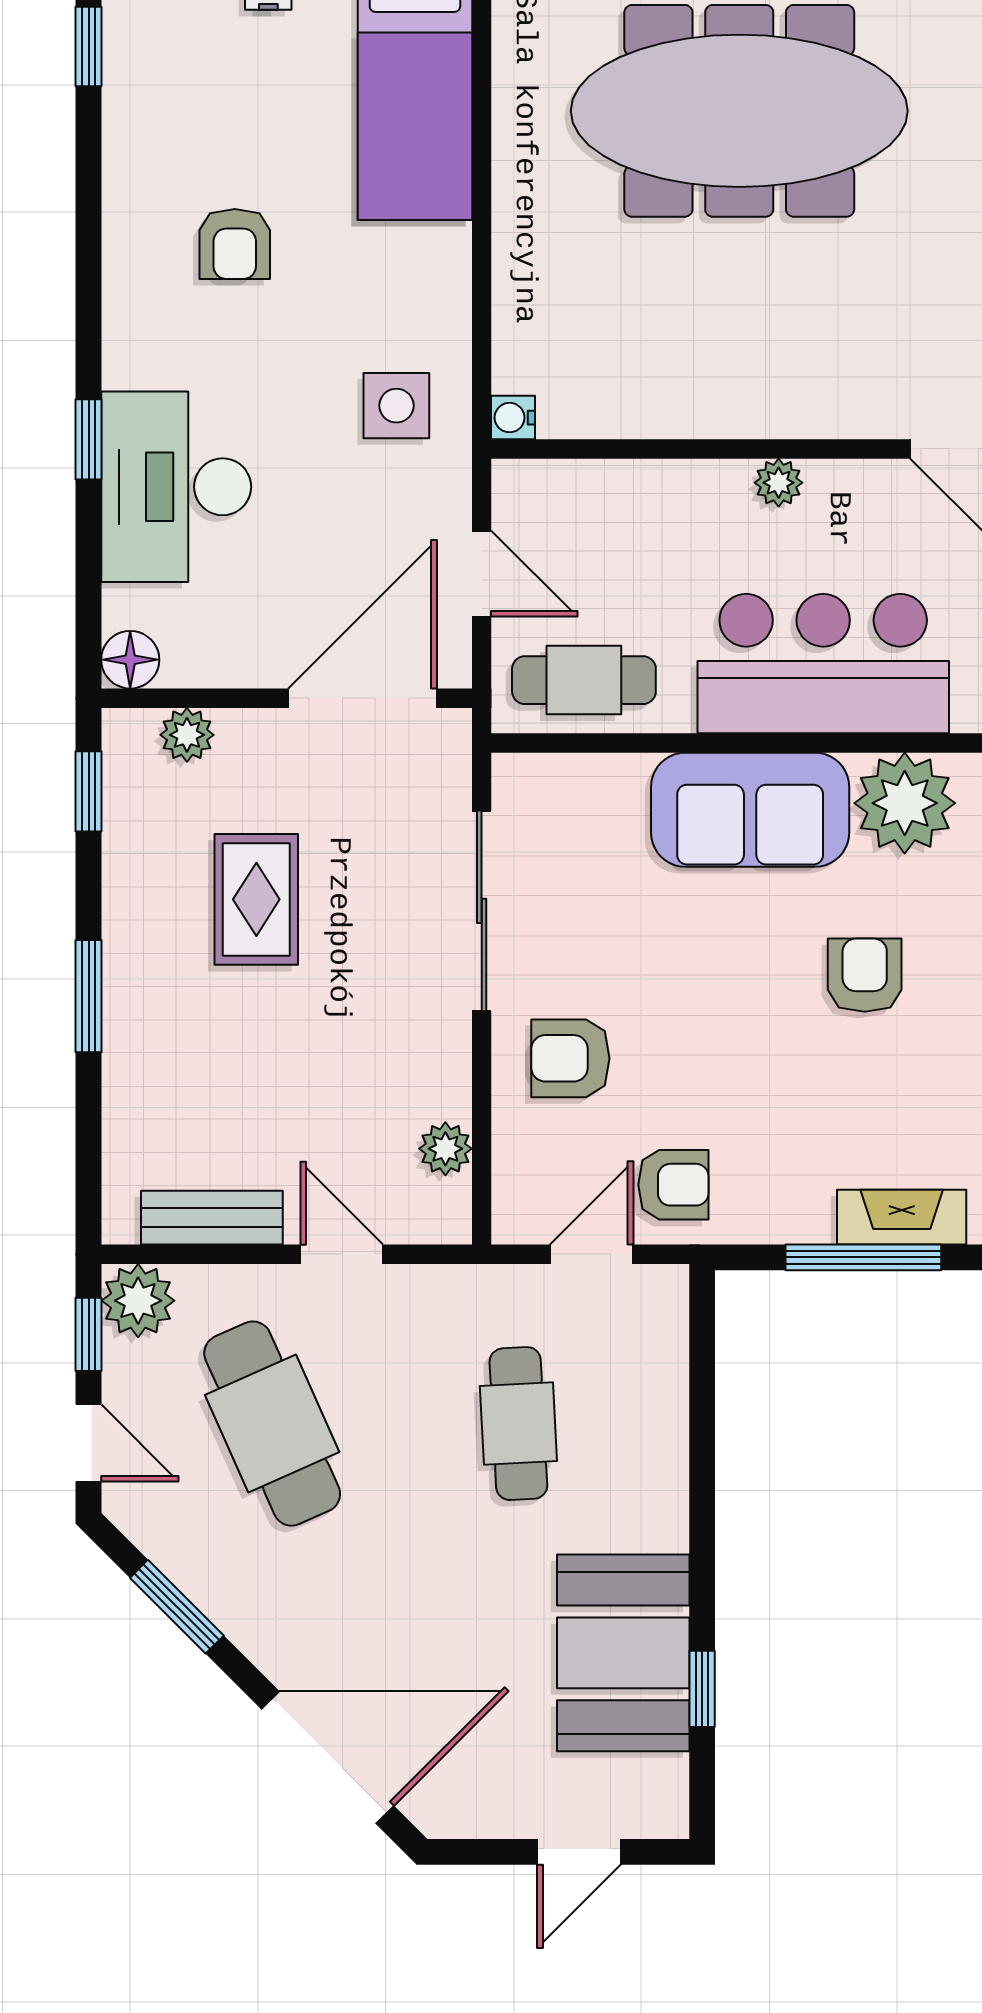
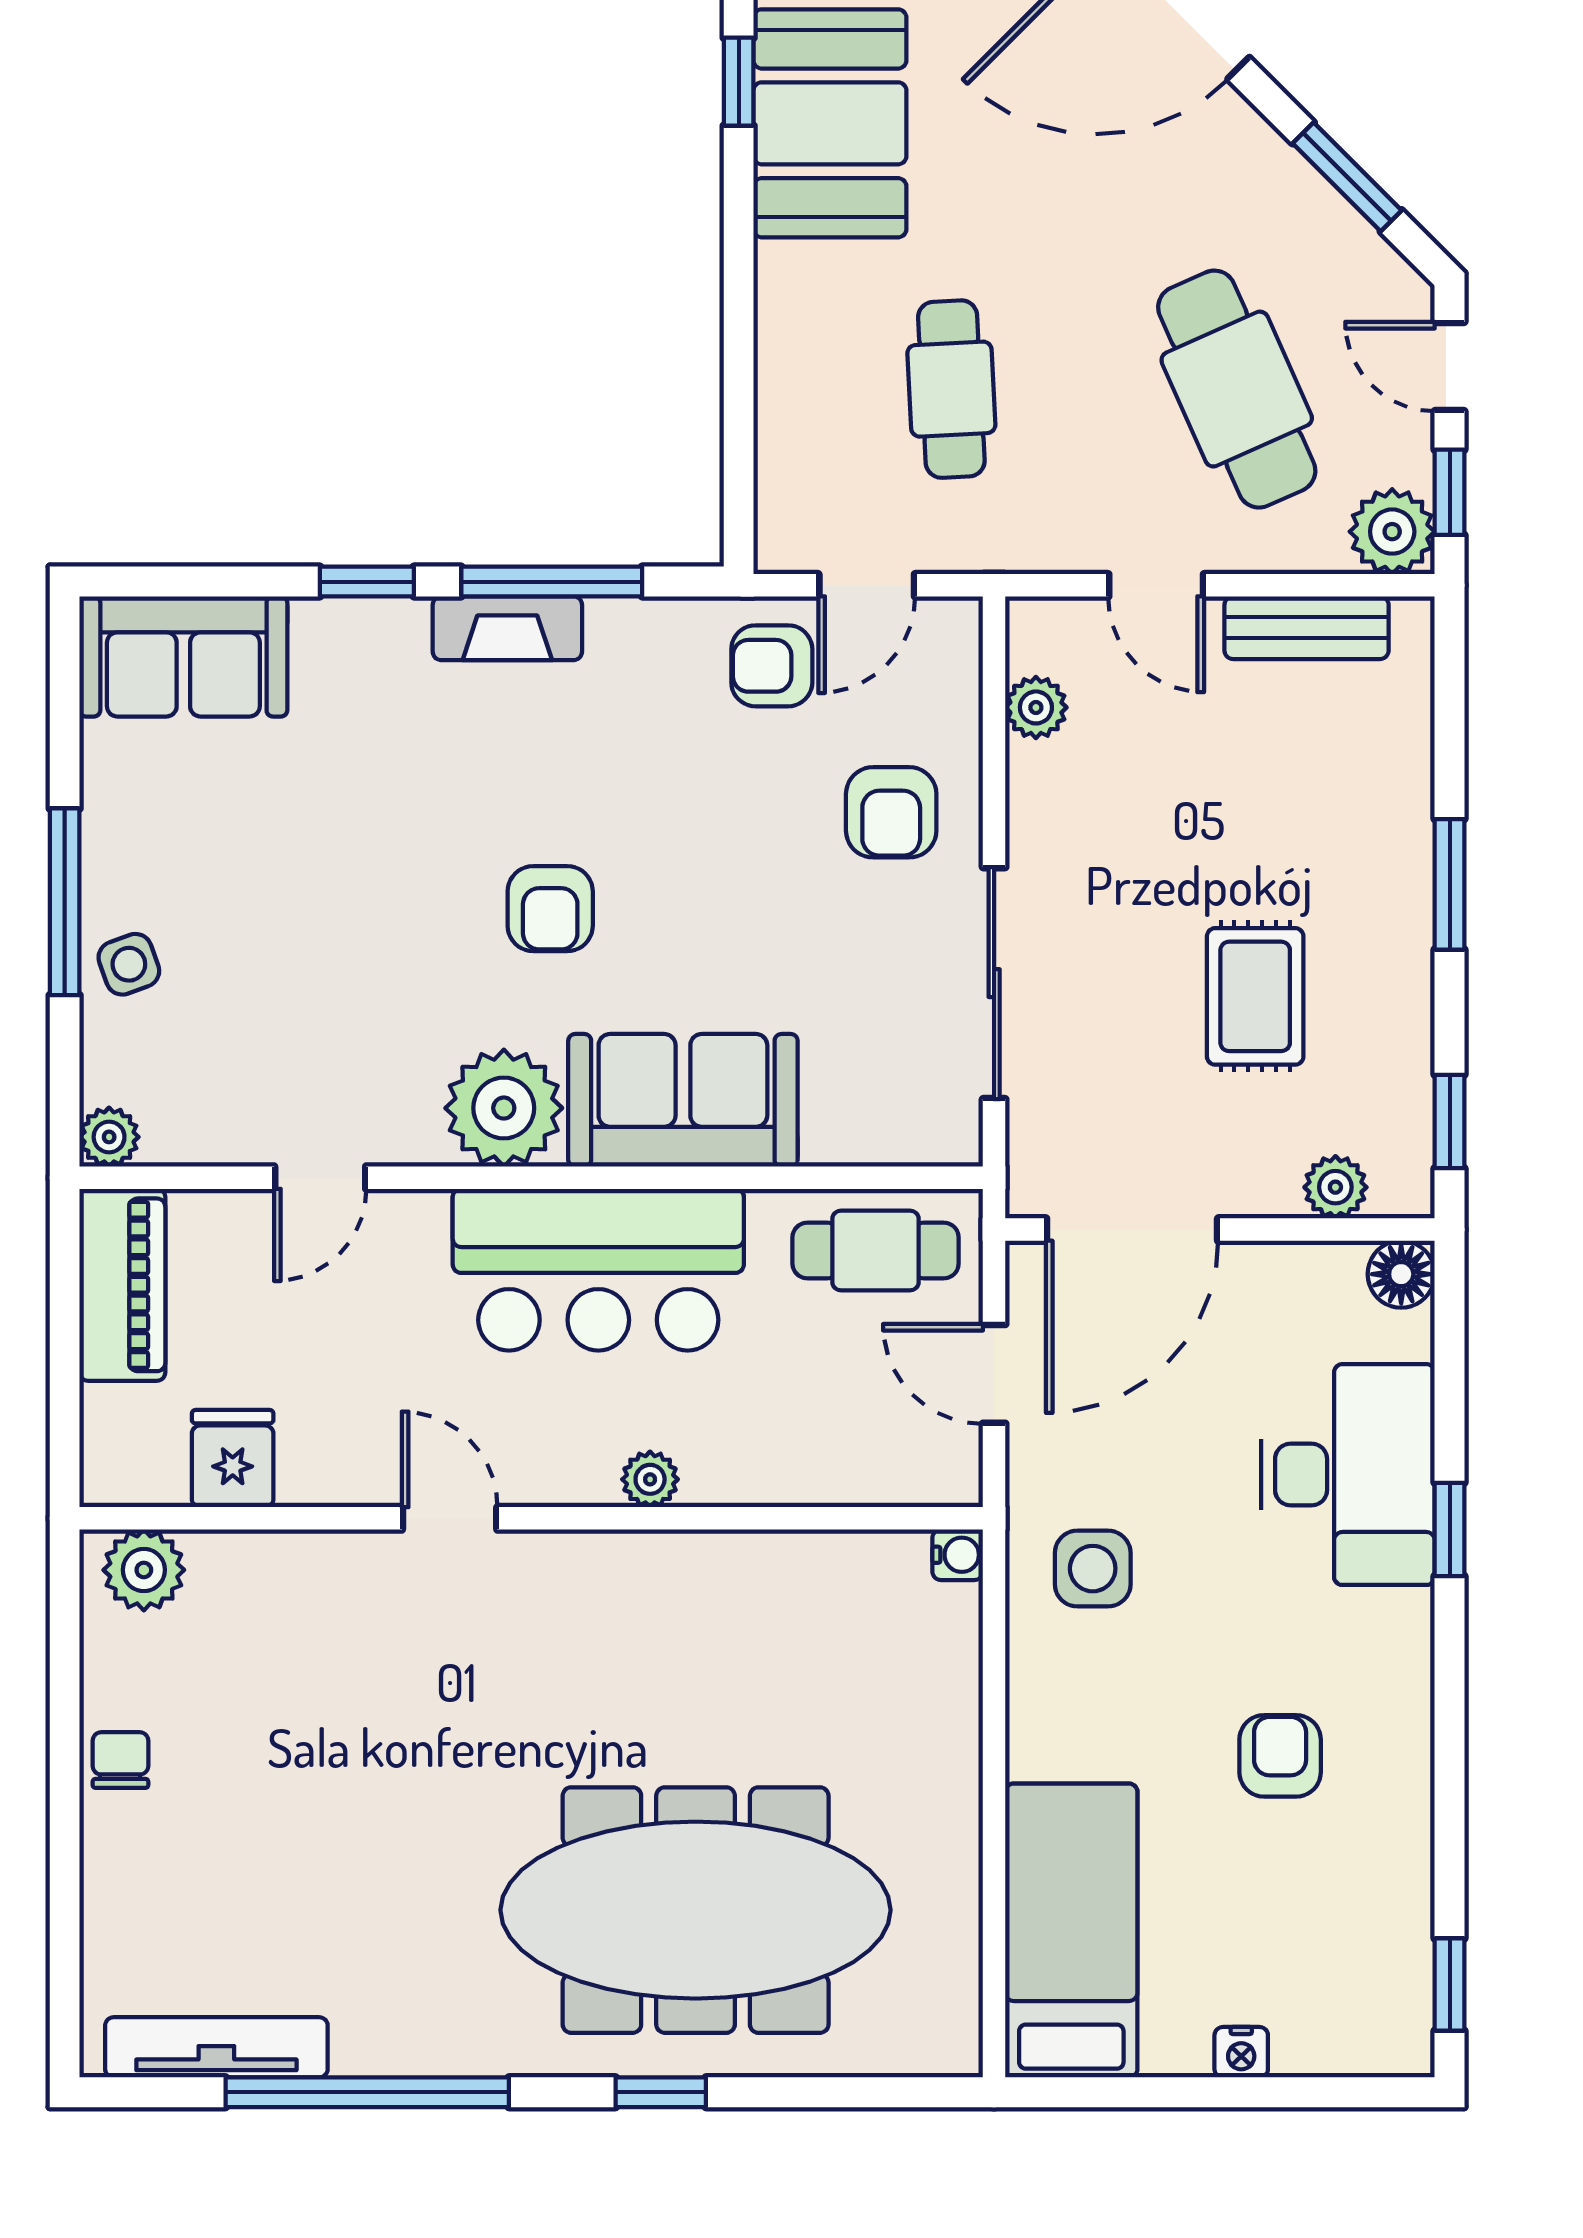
armchair: (570, 1058) -> (891, 812), turned 90

